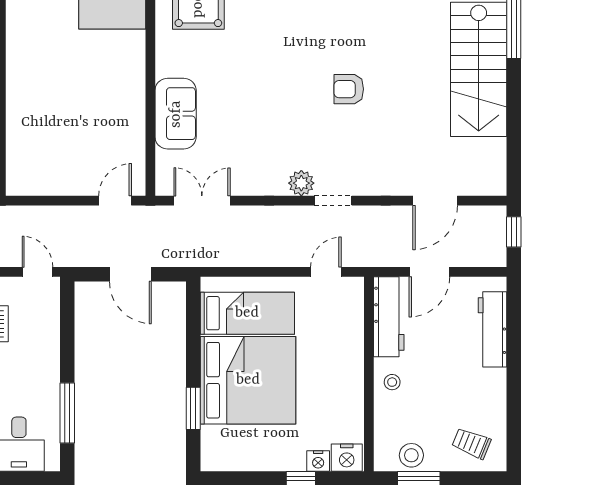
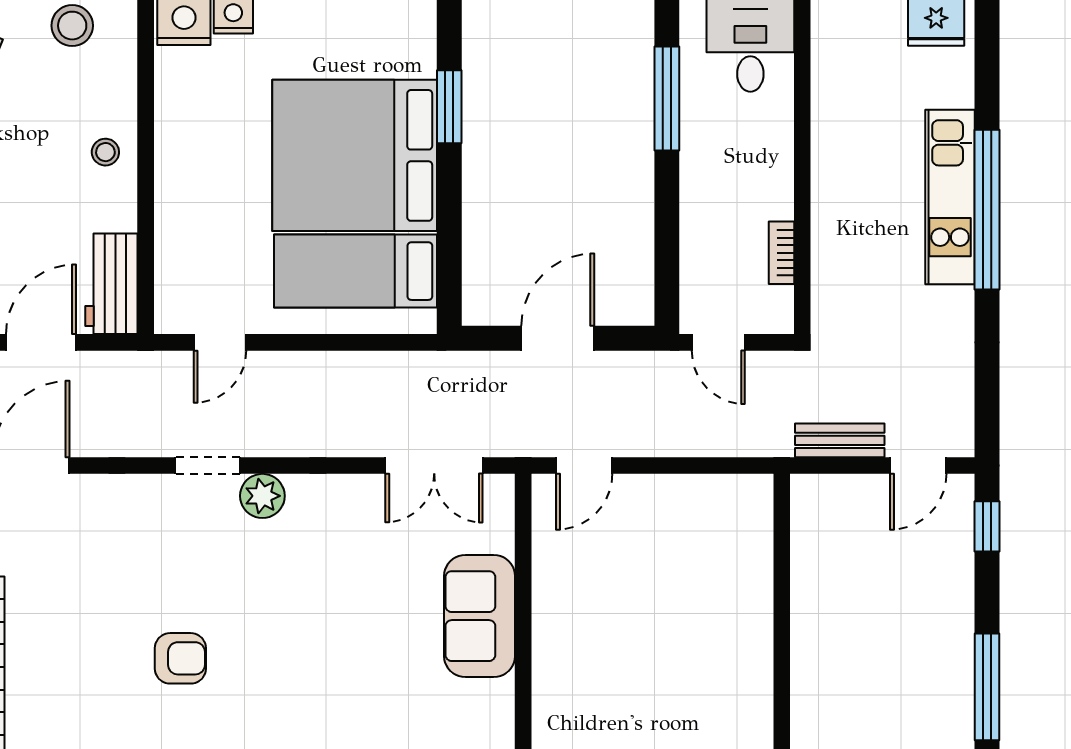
door: (130, 274) -> (558, 338), hinge flipped
workbench: (389, 317) -> (111, 284), width x0.73

